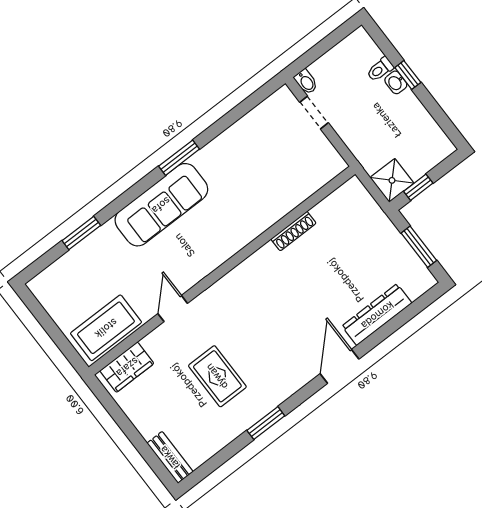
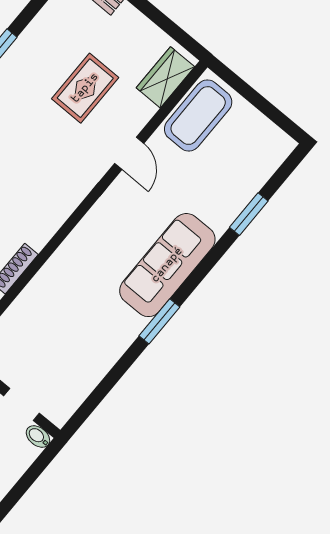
rug: (217, 376) -> (85, 88), moved, turned 90

